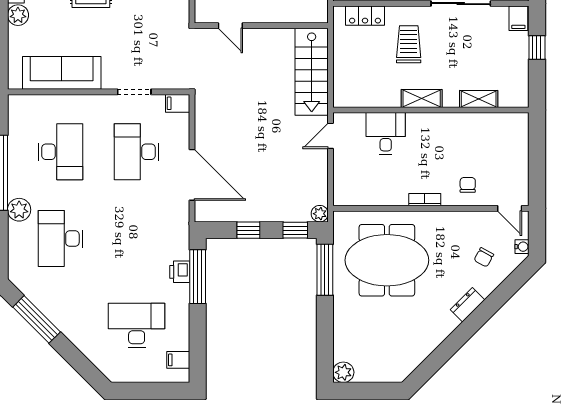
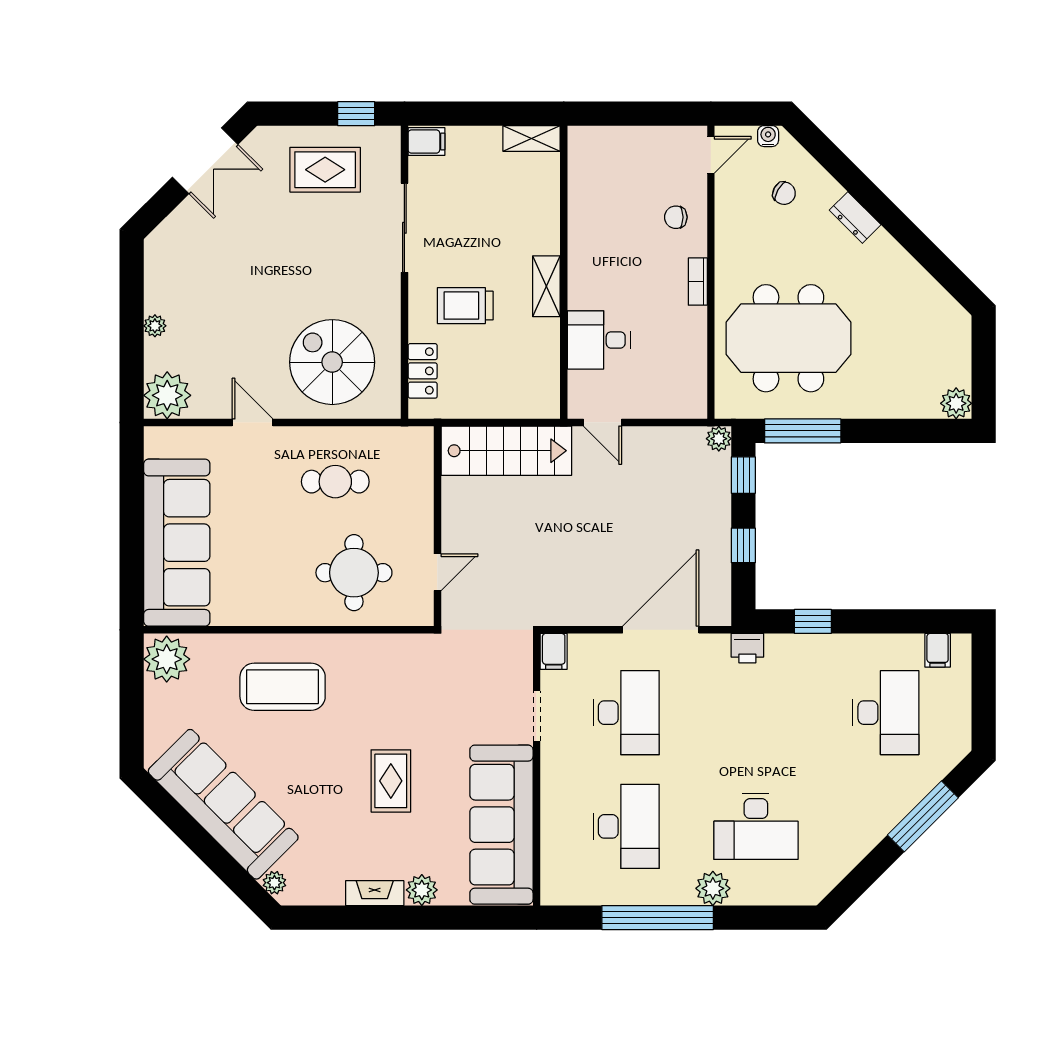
window: (537, 47) -> (470, 114), removed
sofa: (62, 73) -> (501, 825), width x1.36, depth x1.27
shelving: (479, 99) -> (531, 139), moved, turned 90
desk: (60, 152) -> (626, 826), turned 90
desk: (137, 152) -> (626, 713), turned -90
meeting table: (387, 260) -> (788, 338), turned 90
printer: (180, 272) -> (747, 648), moved
window: (198, 277) -> (813, 621), width x0.46
window: (37, 319) -> (923, 816), moved
desk: (137, 325) -> (886, 713), turned 180

